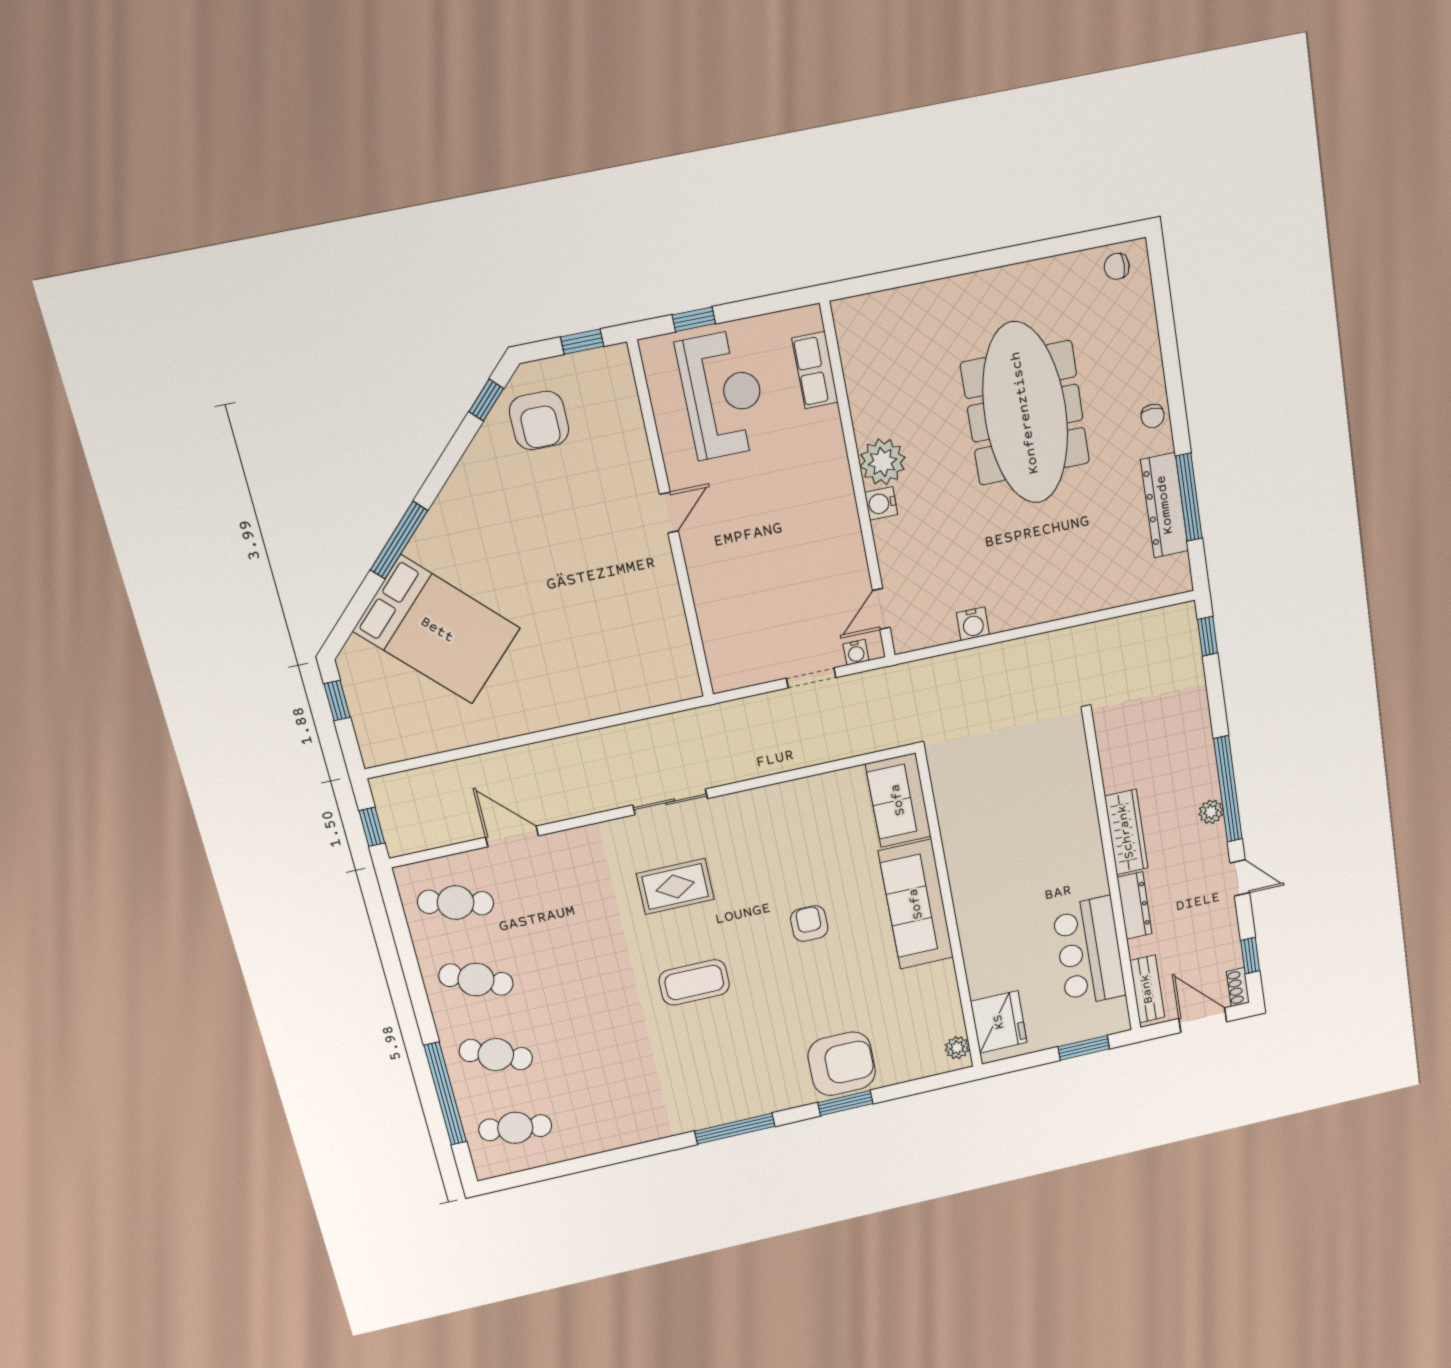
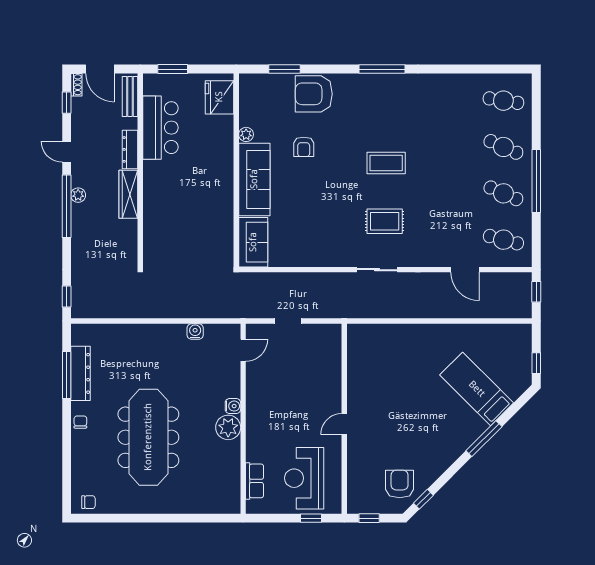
bed: (437, 630) -> (477, 389), width x0.67
water cooler: (856, 652) -> (261, 330), removed
armchair: (809, 924) -> (304, 147), moved
plant: (957, 1048) -> (246, 134), moved
window: (445, 1094) -> (536, 181), moved
window: (845, 1103) -> (285, 69), moved

